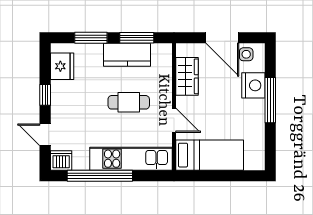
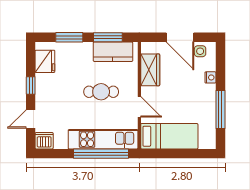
kitchen counter: (127, 55) -> (113, 52), moved
nightstand: (253, 85) -> (210, 77), width x0.53, depth x0.56
window: (270, 100) -> (220, 110), moved
door: (45, 135) -> (31, 119), hinge flipped
window: (100, 176) -> (101, 154), moved

